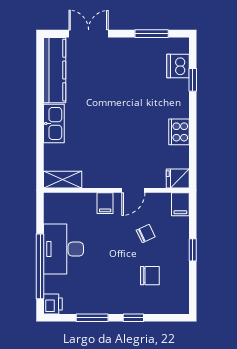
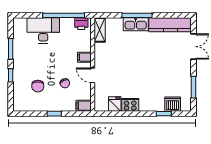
window: (40, 121) -> (137, 15), added
fridge: (178, 179) -> (115, 104), moved
desk: (63, 249) -> (43, 30), moved
window: (40, 266) -> (64, 15), moved
printer: (53, 304) -> (81, 24), moved

